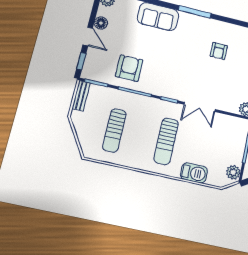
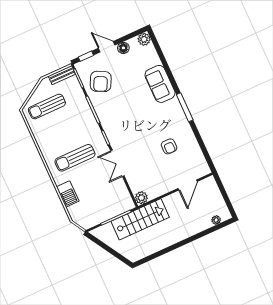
door: (88, 37) -> (107, 47), swing flipped
armchair: (219, 51) -> (169, 146), turned -90
armchair: (129, 68) -> (101, 81), moved, turned 117
sun lounger: (114, 130) -> (47, 106), moved
plant: (233, 172) -> (89, 222), removed

